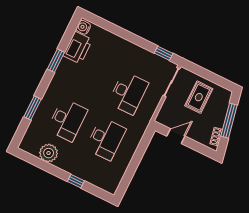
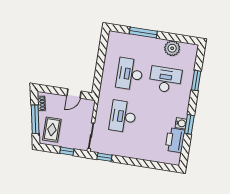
water cooler: (83, 27) -> (181, 123), moved
window: (204, 73) -> (67, 151), added
rug: (199, 97) -> (52, 130), moved
desk: (67, 120) -> (165, 80), turned 90
window: (76, 181) -> (143, 32), width x2.17

